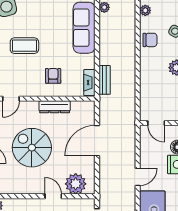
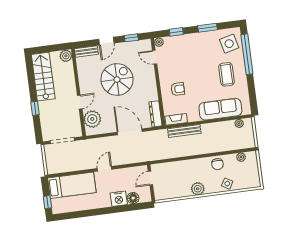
coffee table: (24, 46) -> (227, 74), moved
bench: (105, 80) -> (184, 131), width x1.36
dresser: (55, 107) -> (155, 114), moved
door: (138, 177) -> (105, 169), swing flipped

